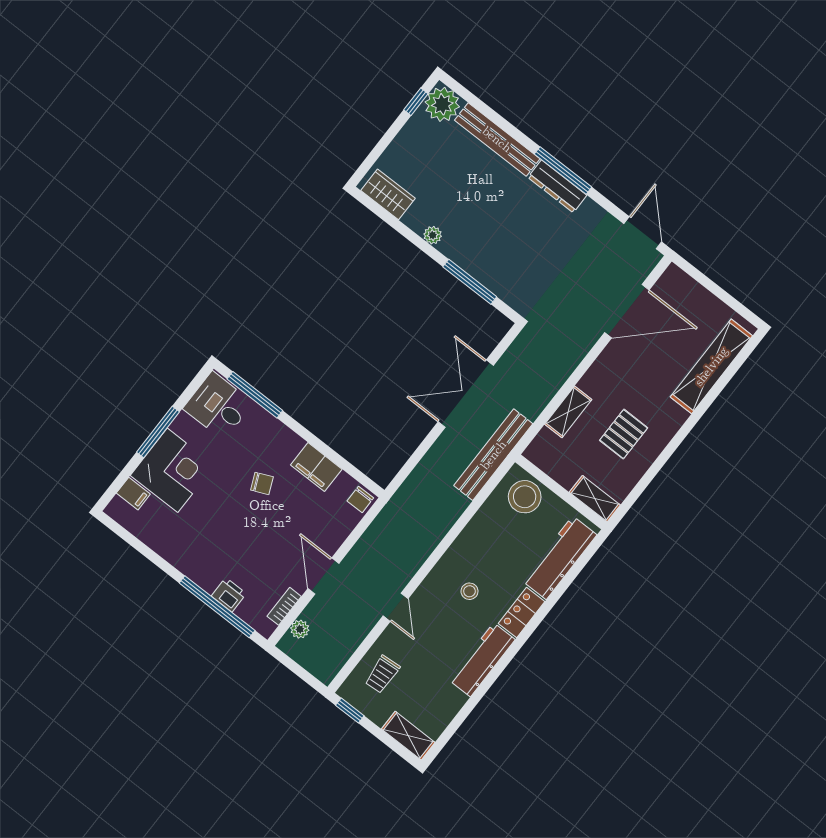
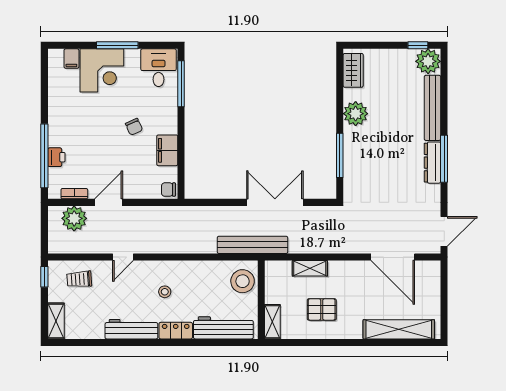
plant: (433, 235) -> (356, 114), width x1.88, depth x1.88
plant: (300, 629) -> (74, 218), width x1.87, depth x1.87

